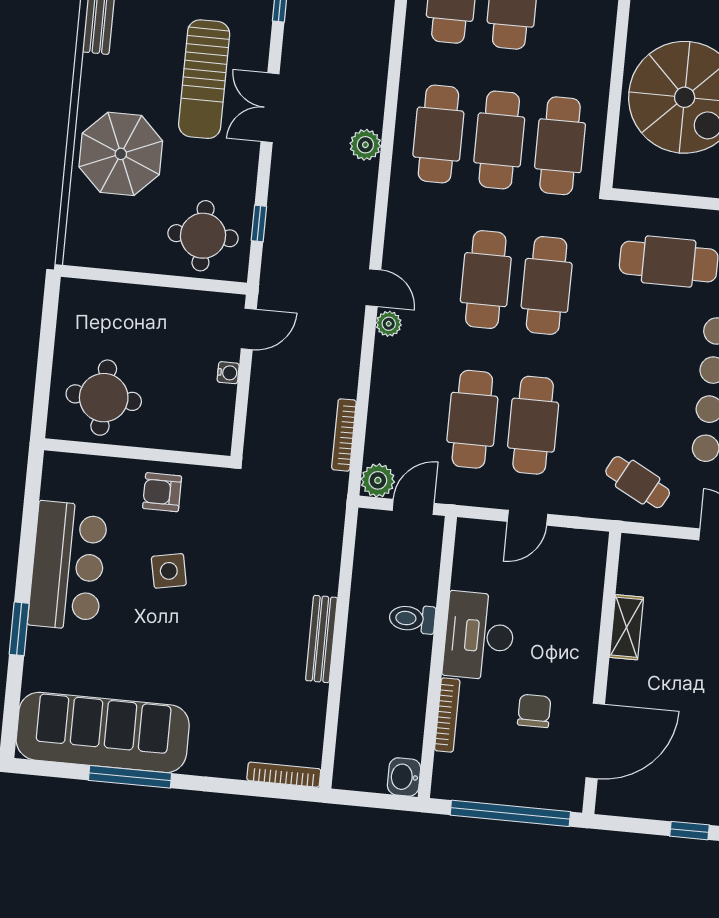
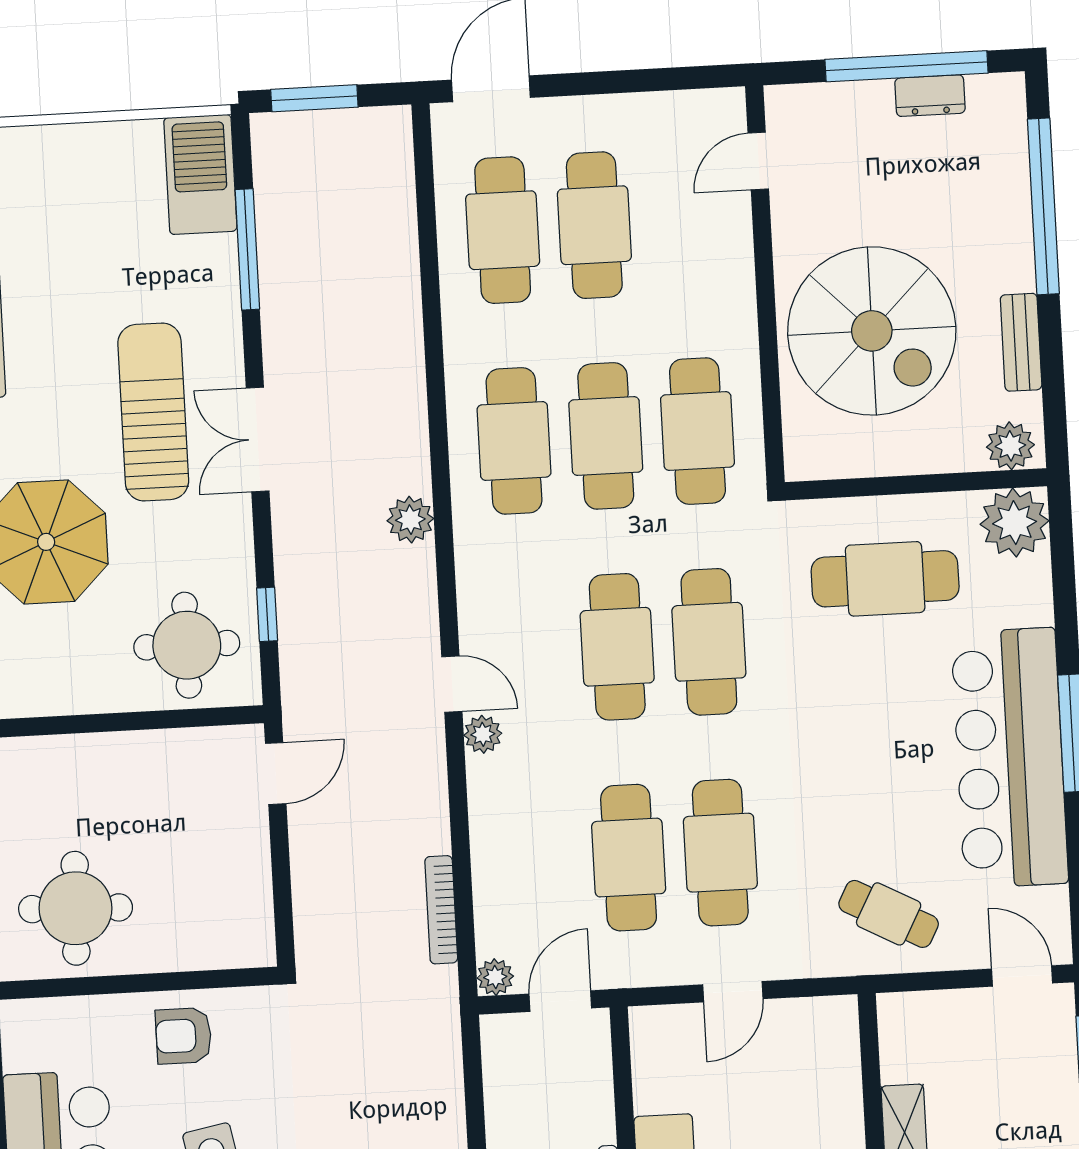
sun lounger: (204, 79) -> (153, 412), turned 180
plant: (365, 145) -> (410, 520), moved
water cooler: (228, 373) -> (255, 843), removed
plant: (378, 480) -> (495, 977), width x0.73, depth x0.73

